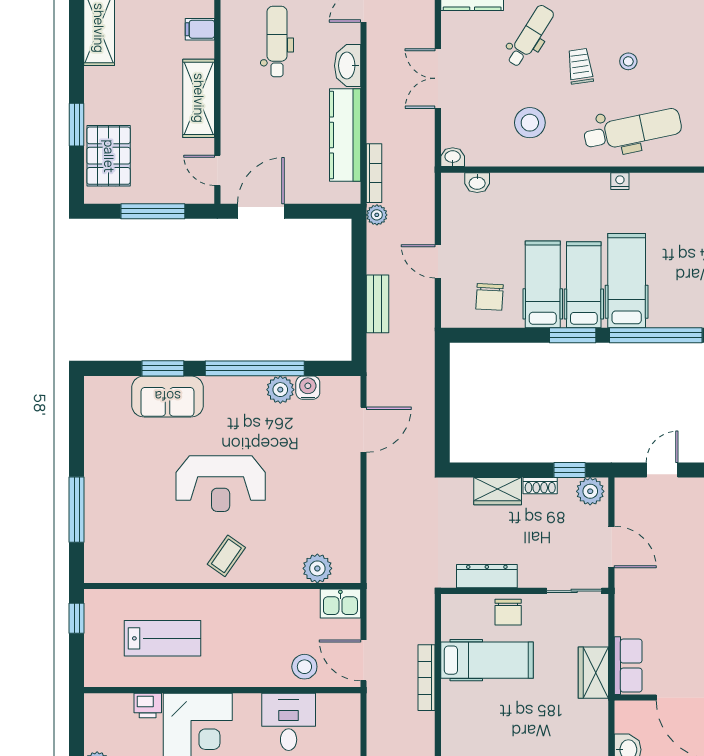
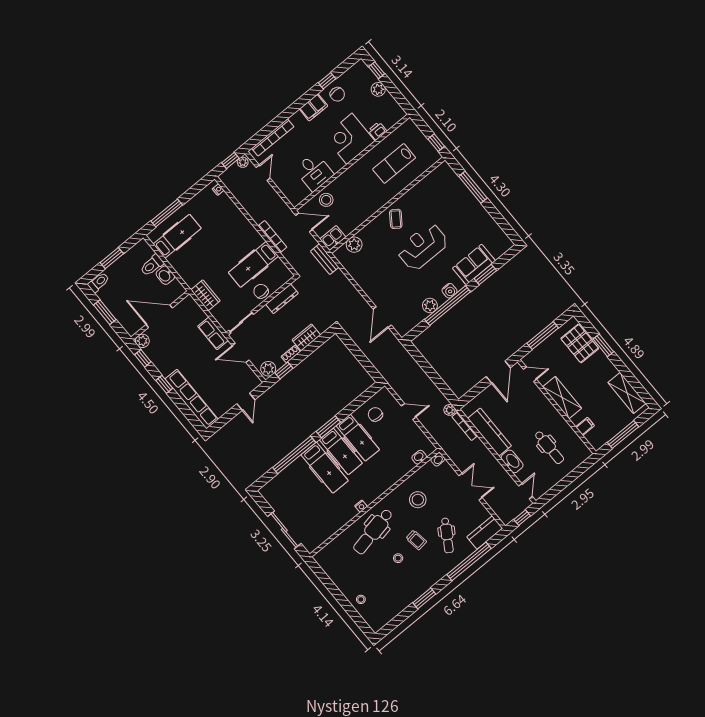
bench: (378, 304) -> (325, 259), moved
water cooler: (308, 388) -> (449, 291), moved
row of seats: (628, 666) -> (213, 333), moved

